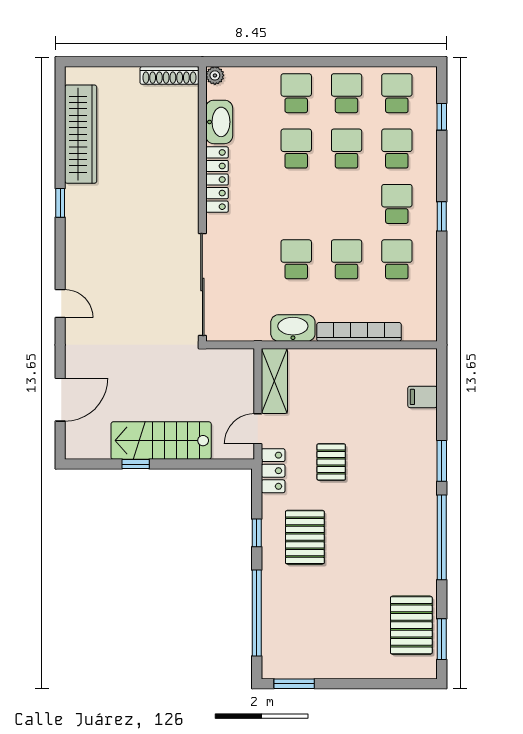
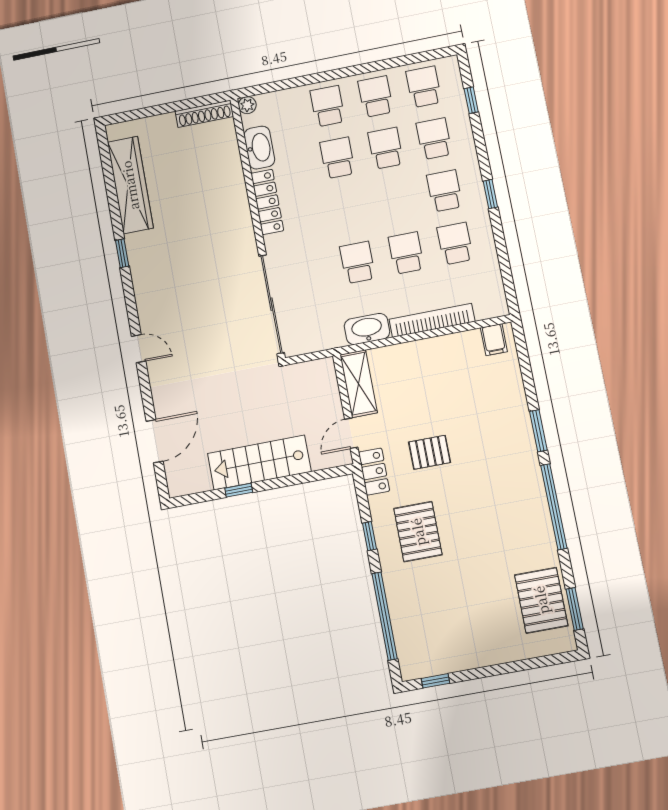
filing cabinet: (422, 397) -> (494, 340), moved, turned -90
pallet: (331, 462) -> (430, 452), turned 90
window: (294, 684) -> (436, 681), width x0.67

